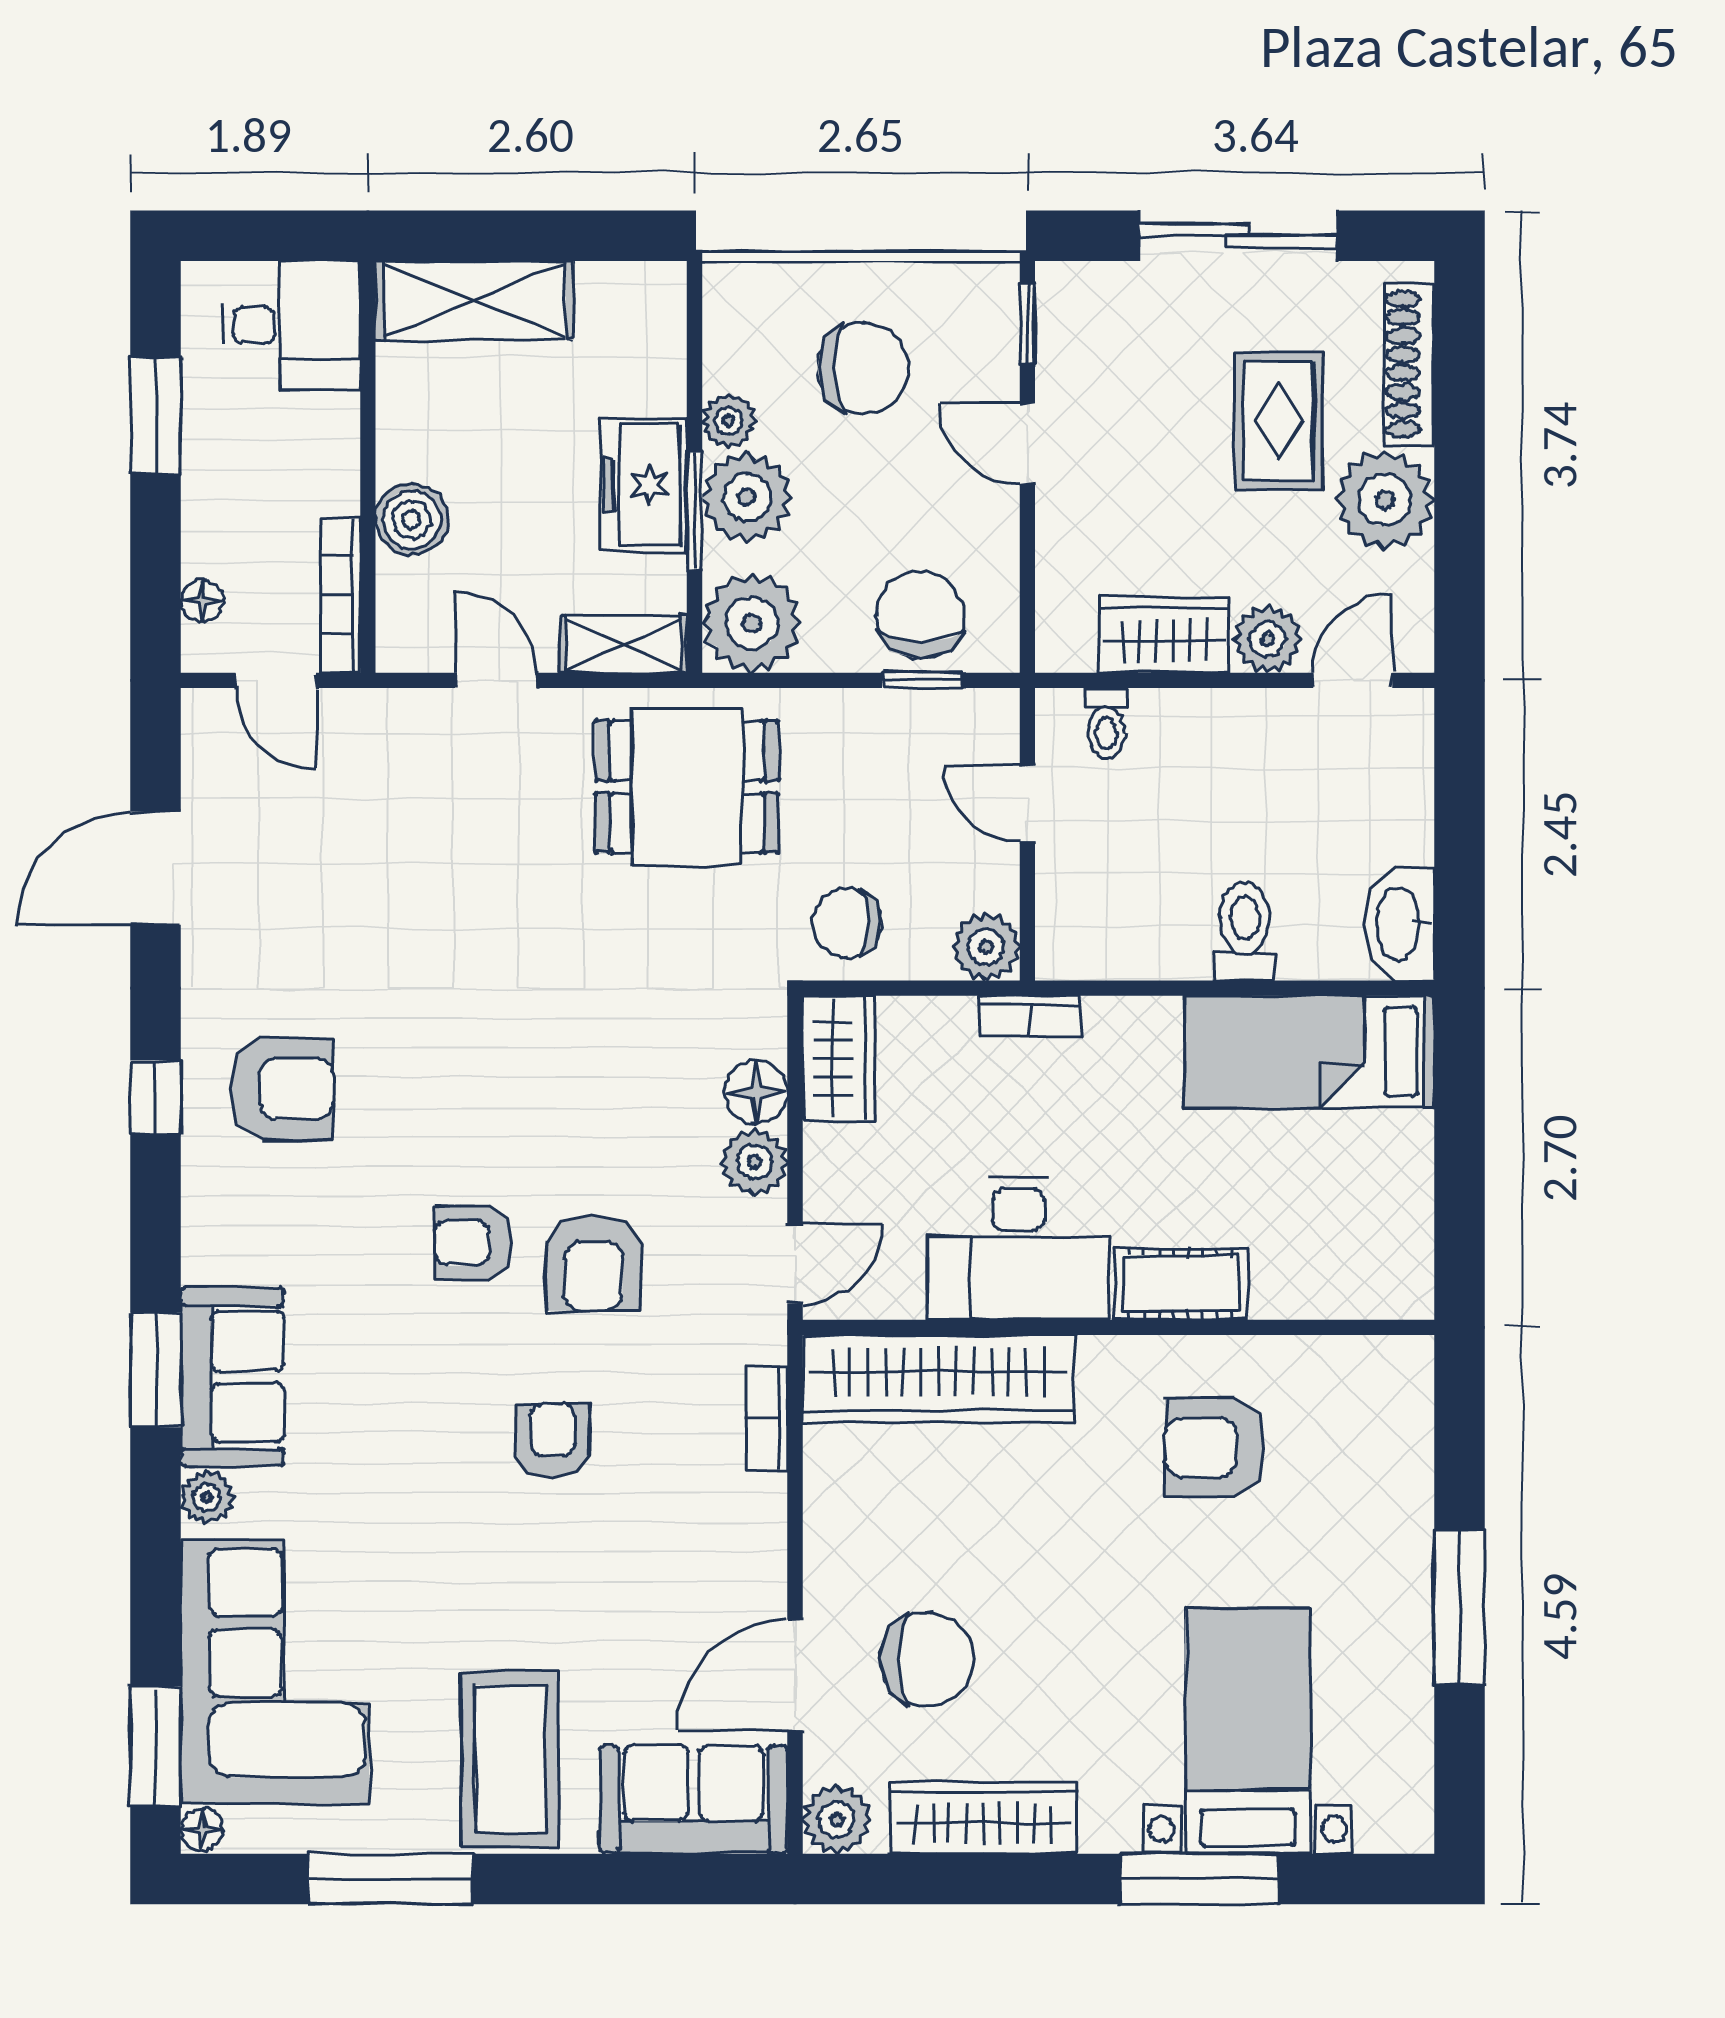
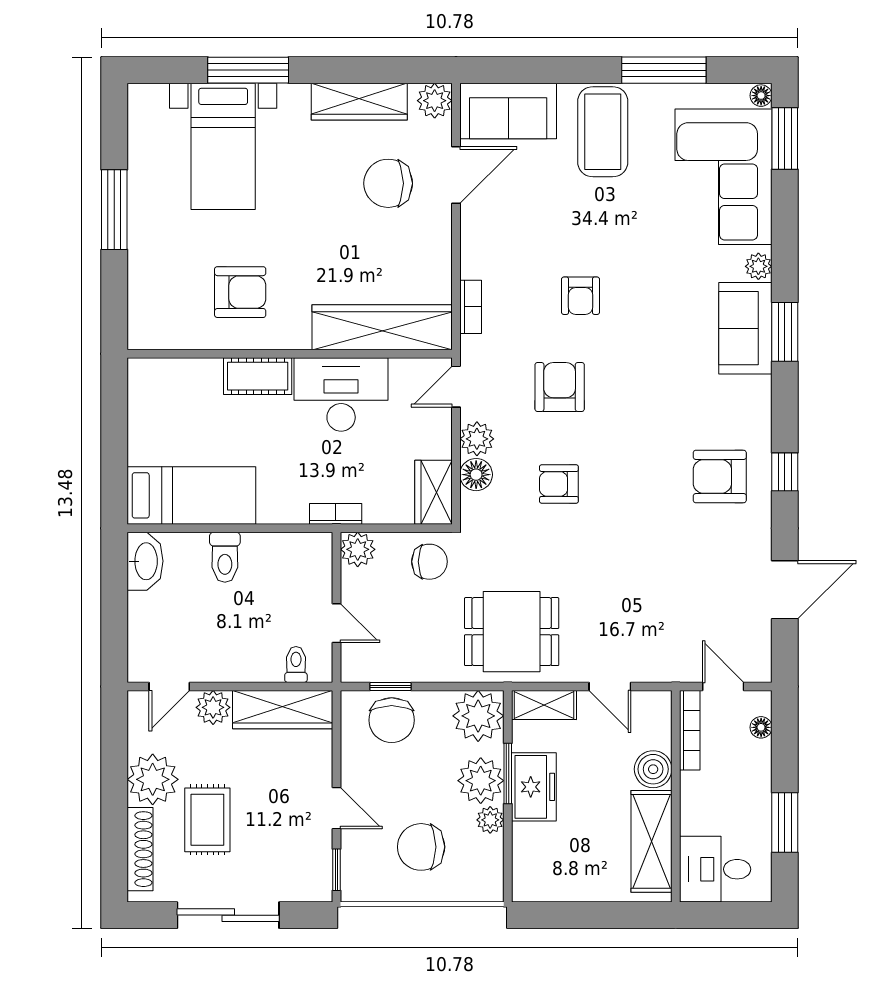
shelving: (474, 300) -> (651, 841), moved, turned 90
wardrobe: (1164, 635) -> (283, 710), width x1.50
armchair: (473, 1243) -> (559, 484), moved, turned 180

